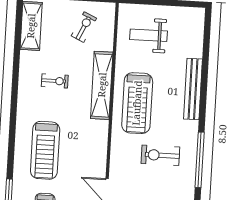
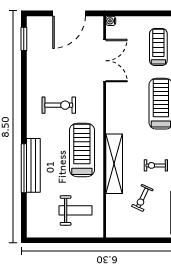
exercise bike: (84, 27) -> (142, 198), moved
window: (200, 160) -> (24, 168), moved

